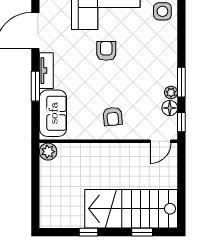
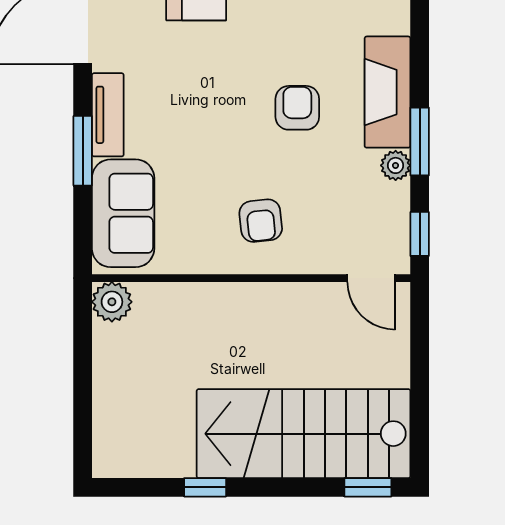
armchair: (106, 51) -> (297, 108), moved
fireplace: (168, 61) -> (388, 92), added
floor lamp: (170, 108) -> (393, 201), removed
door: (160, 141) -> (371, 278), hinge flipped
window: (142, 232) -> (368, 487), moved

